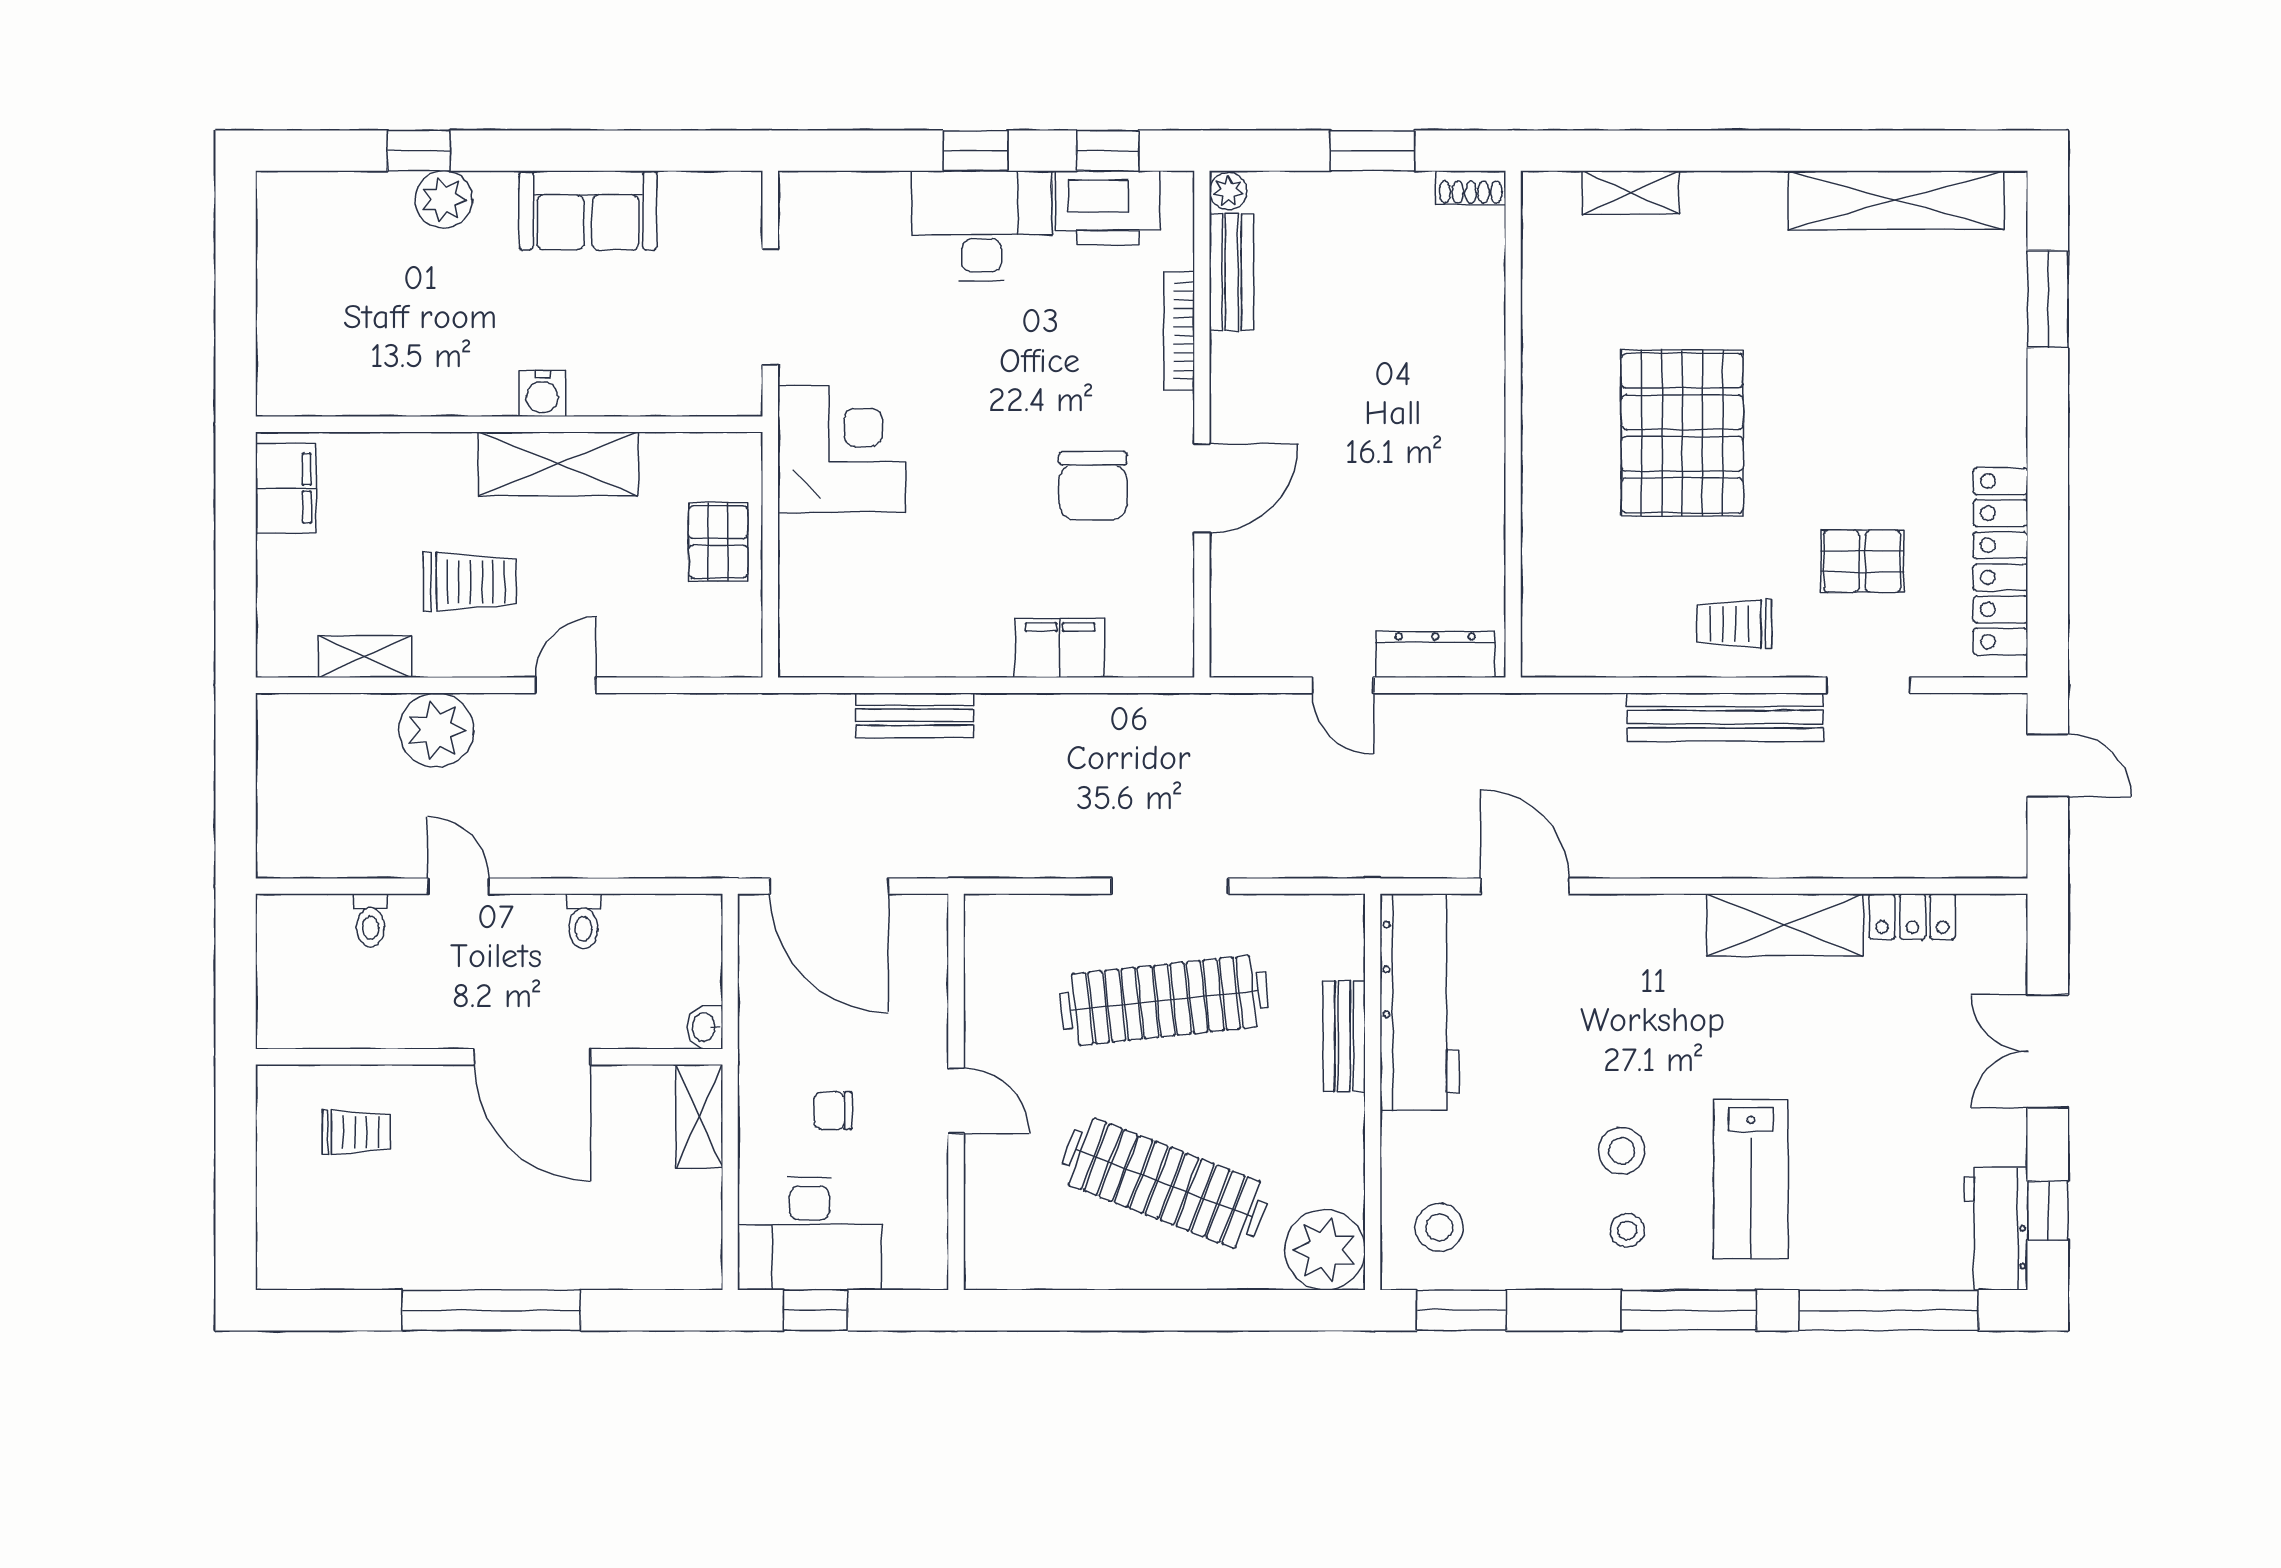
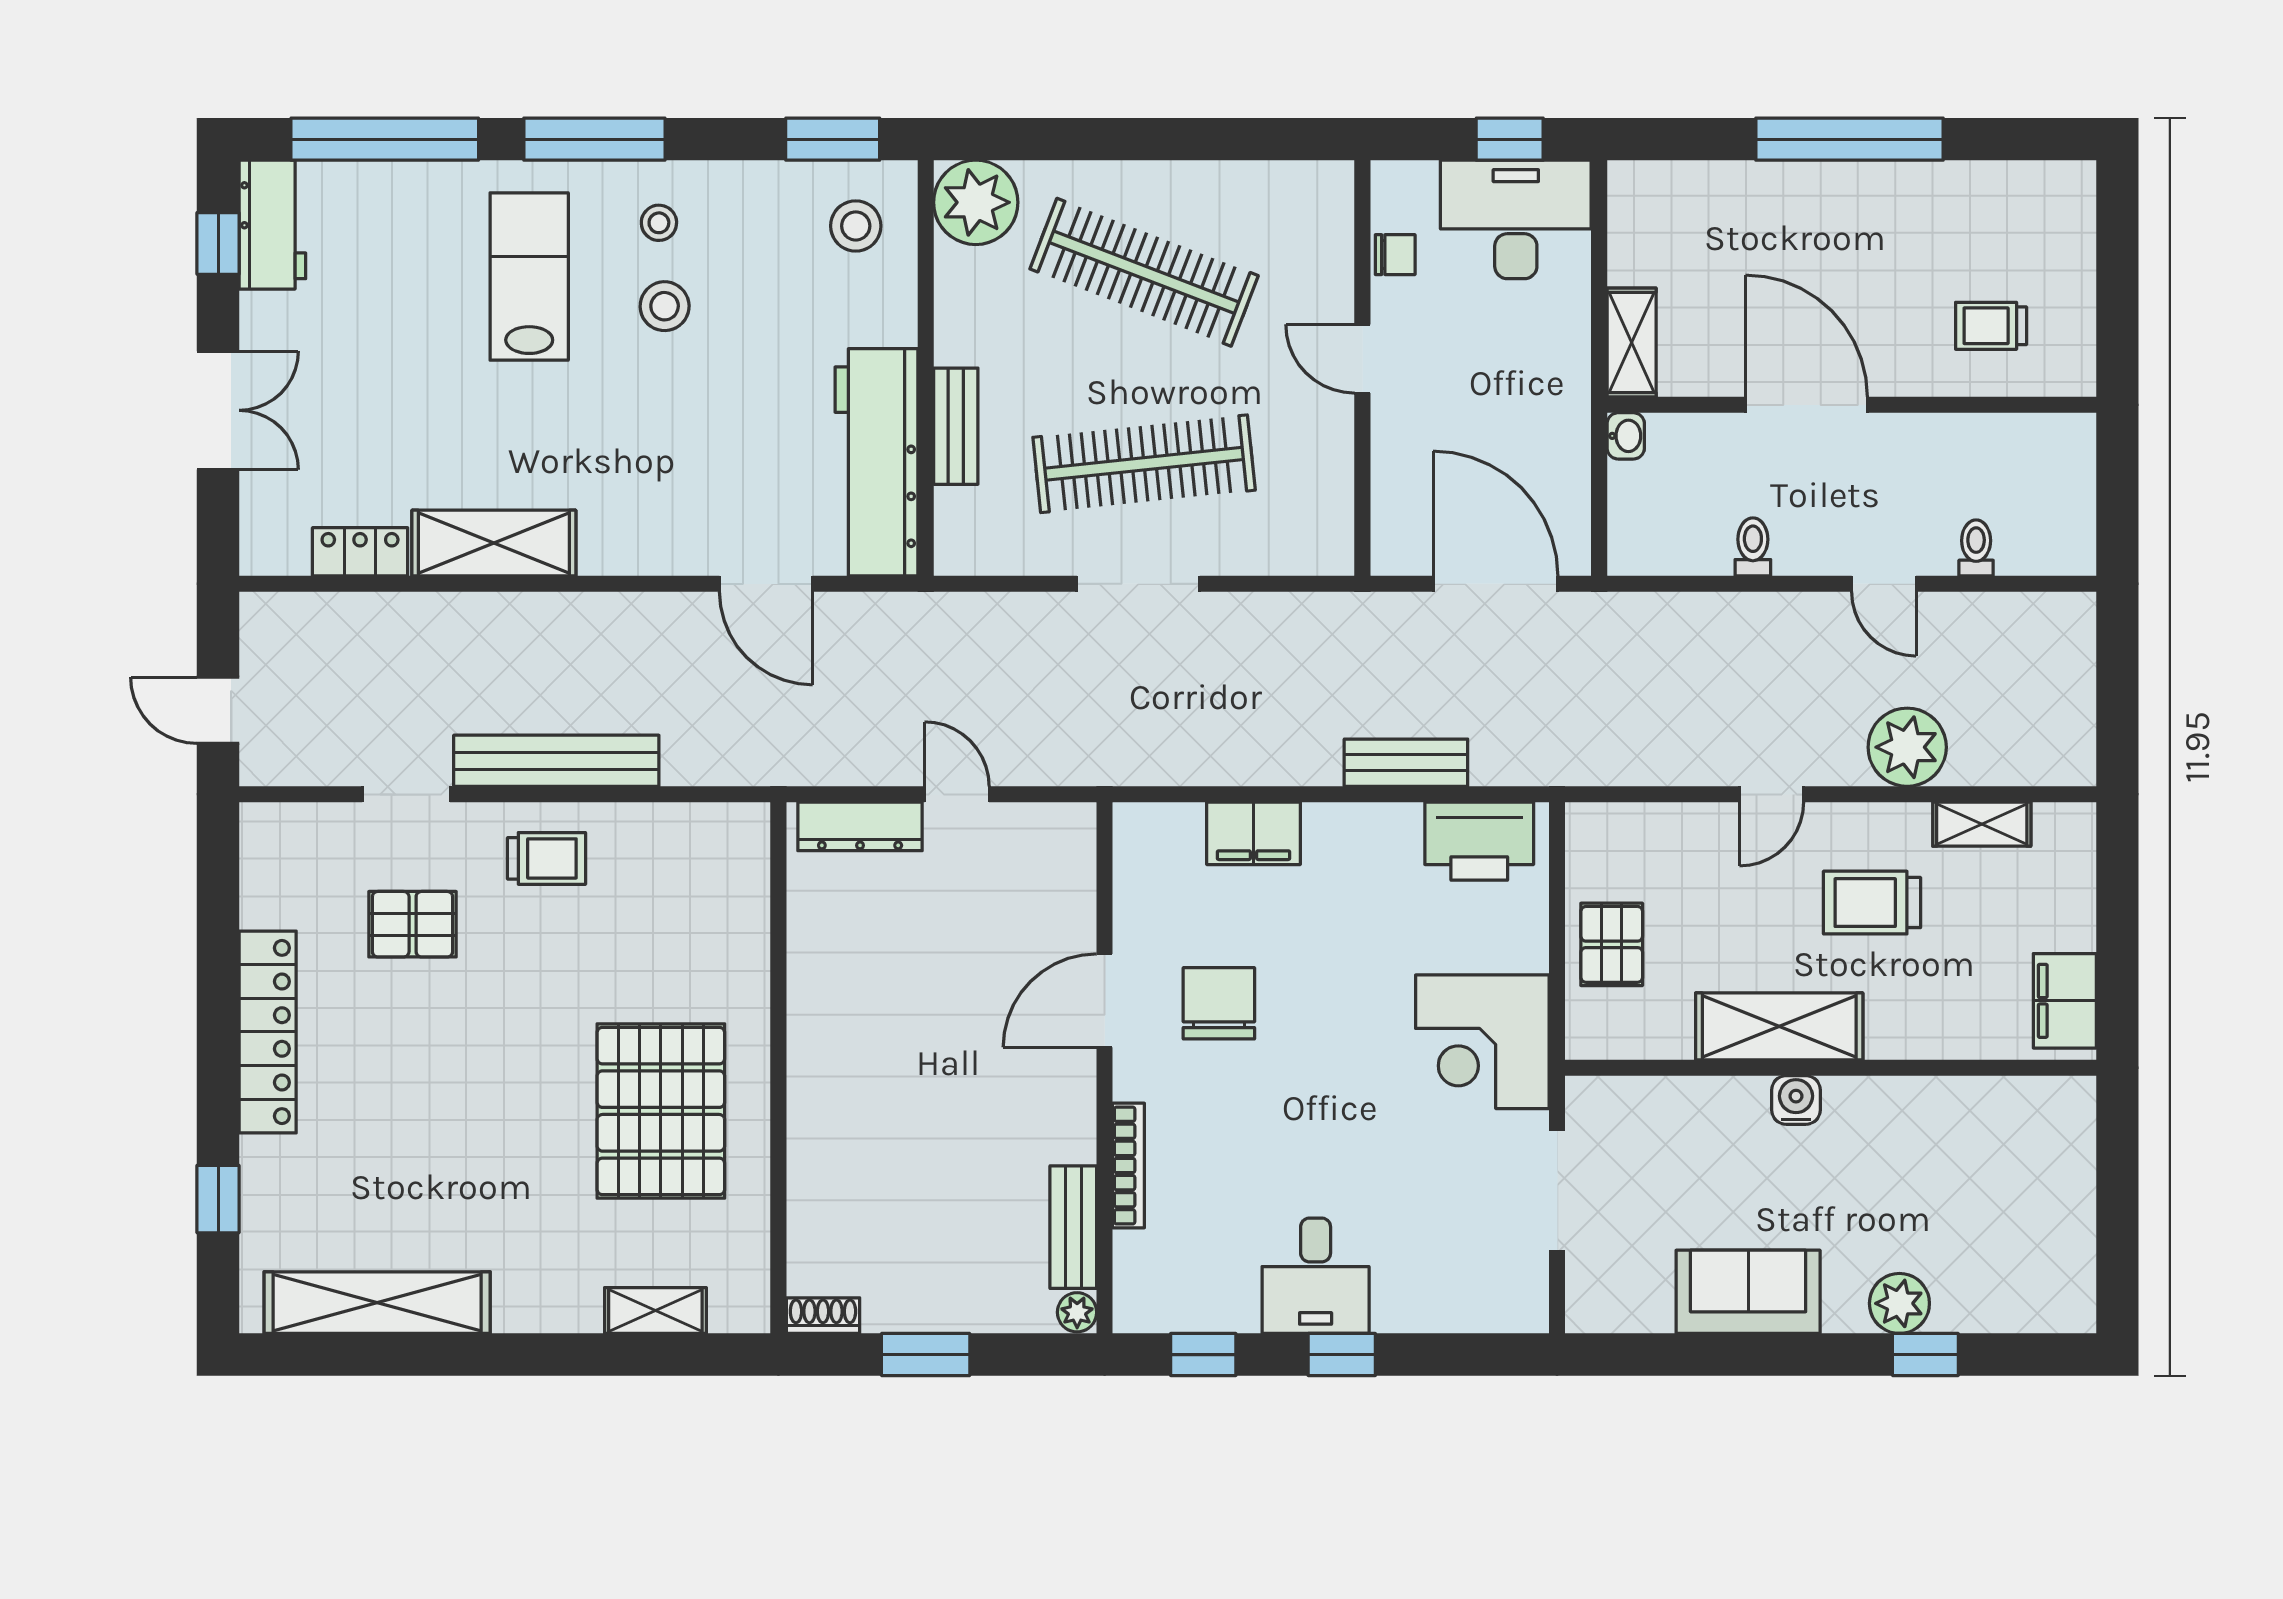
printer: (1108, 208) -> (1479, 841), moved, turned 180
desk: (982, 226) -> (1316, 1276), width x0.73
window: (2048, 299) -> (218, 1199), width x0.67
pallet: (1682, 433) -> (661, 1111), moved
locker: (2000, 561) -> (268, 1032), moved
chair: (833, 1111) -> (1395, 255), moved

